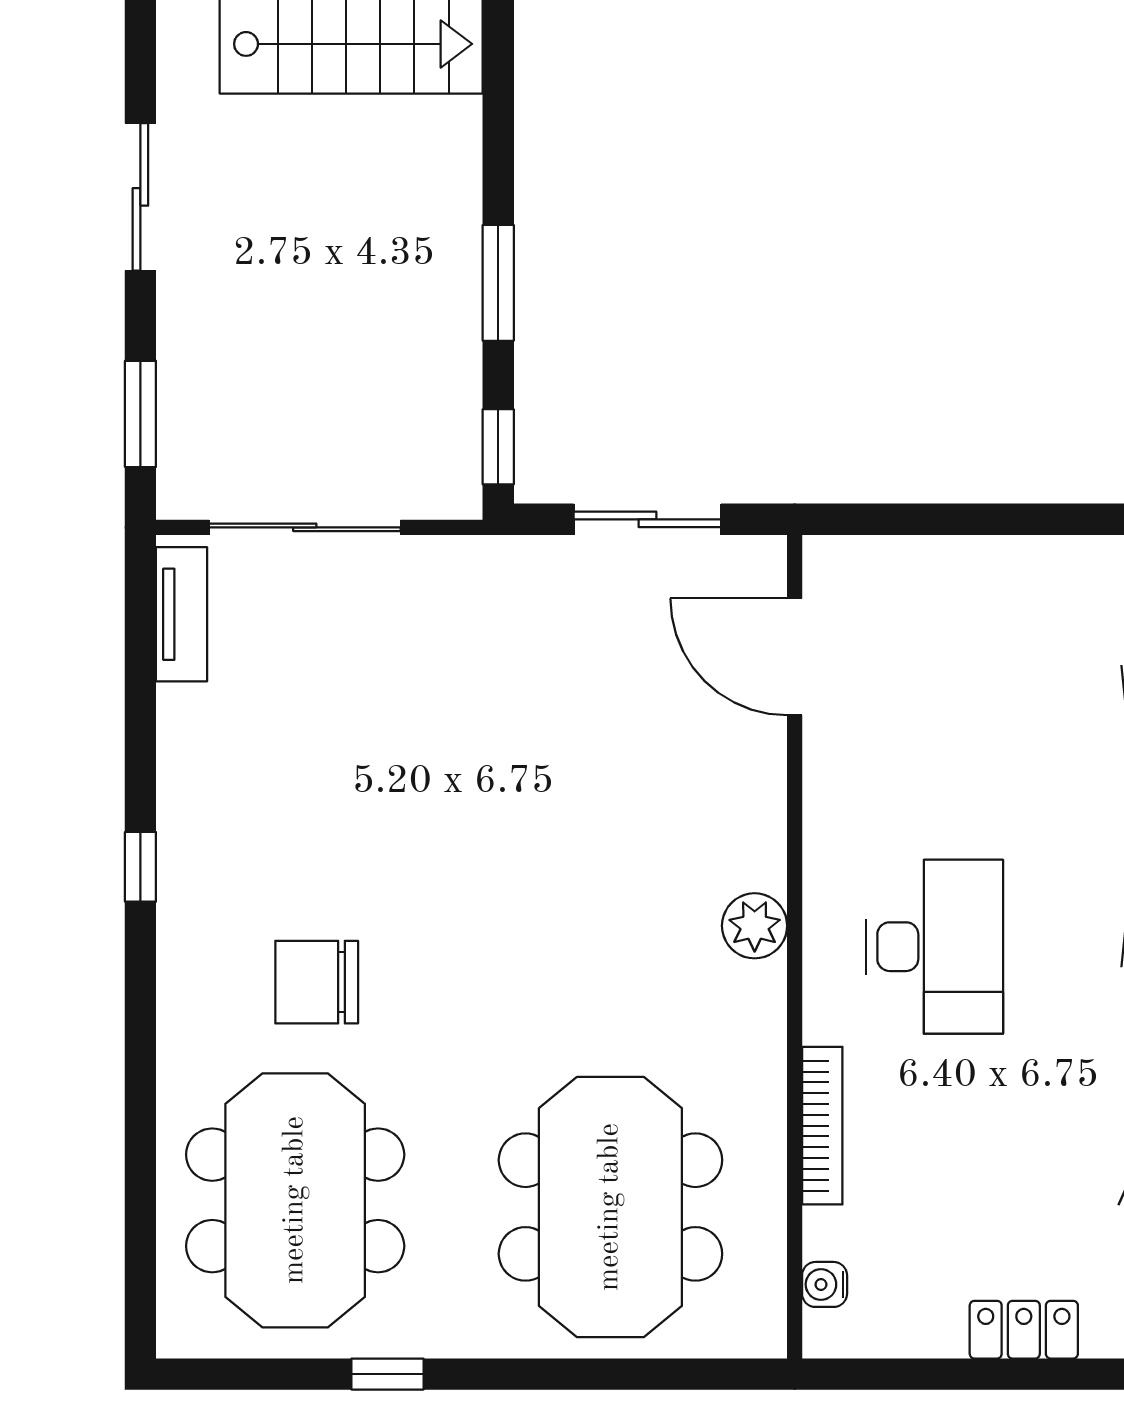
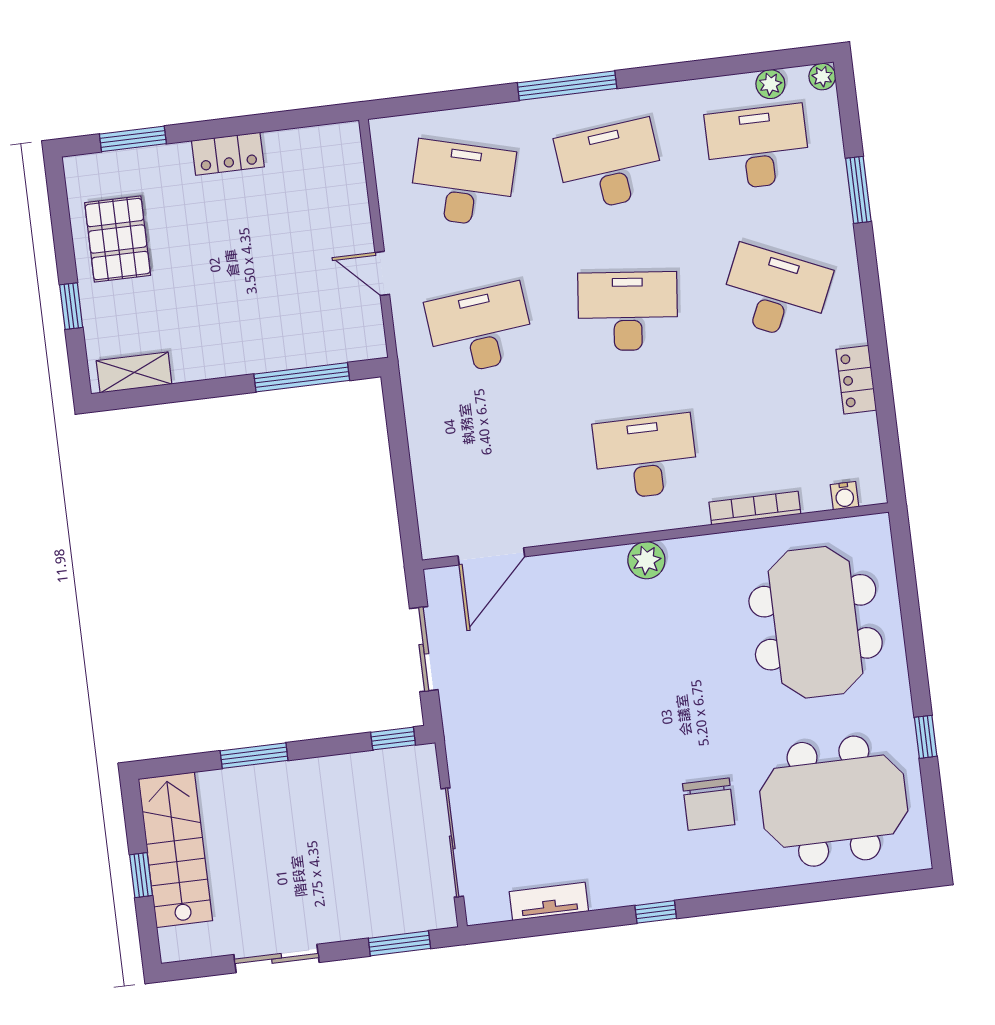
window: (498, 283) -> (254, 756), moved
tv unit: (182, 614) -> (549, 901), moved
meeting table: (610, 1207) -> (816, 622), turned 90

